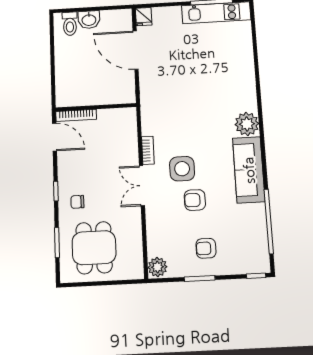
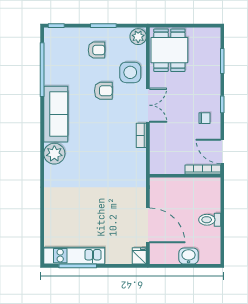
toilet: (70, 24) -> (210, 220), moved, turned -90
side table: (182, 169) -> (130, 72), moved
chair: (77, 202) -> (205, 118), moved
dining table: (94, 248) -> (169, 50), moved

